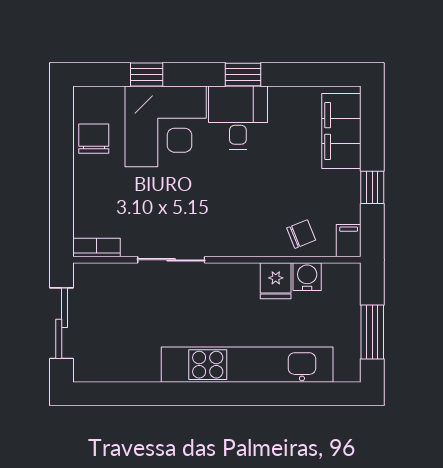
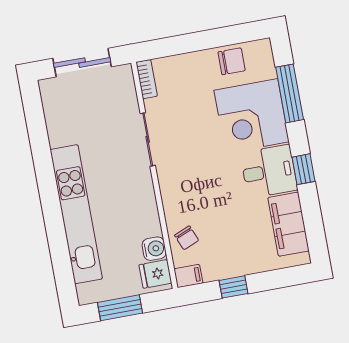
window: (147, 74) -> (290, 93), width x2.17
filing cabinet: (341, 131) -> (288, 224), moved, turned -90
fridge: (276, 281) -> (155, 274), moved

